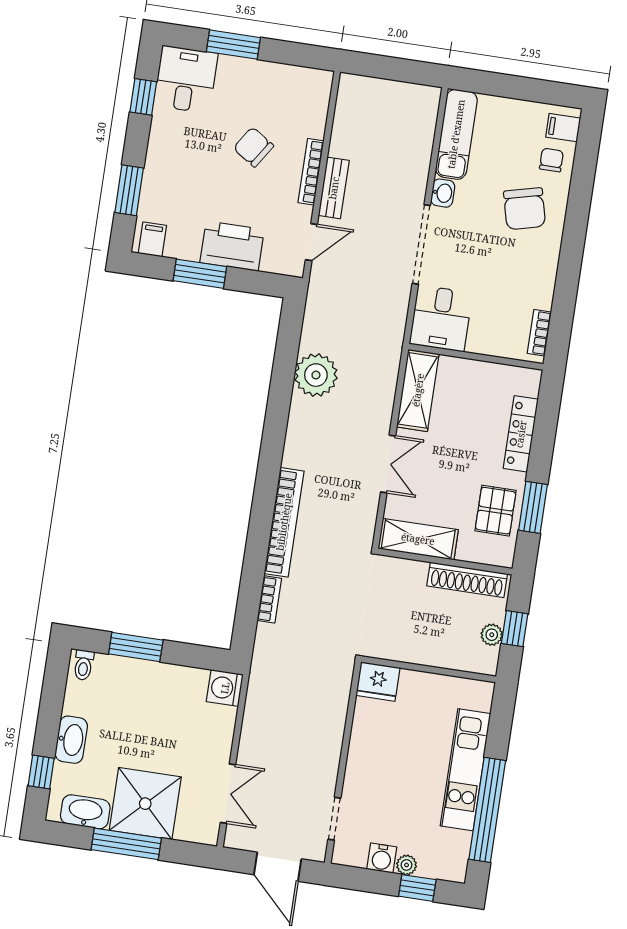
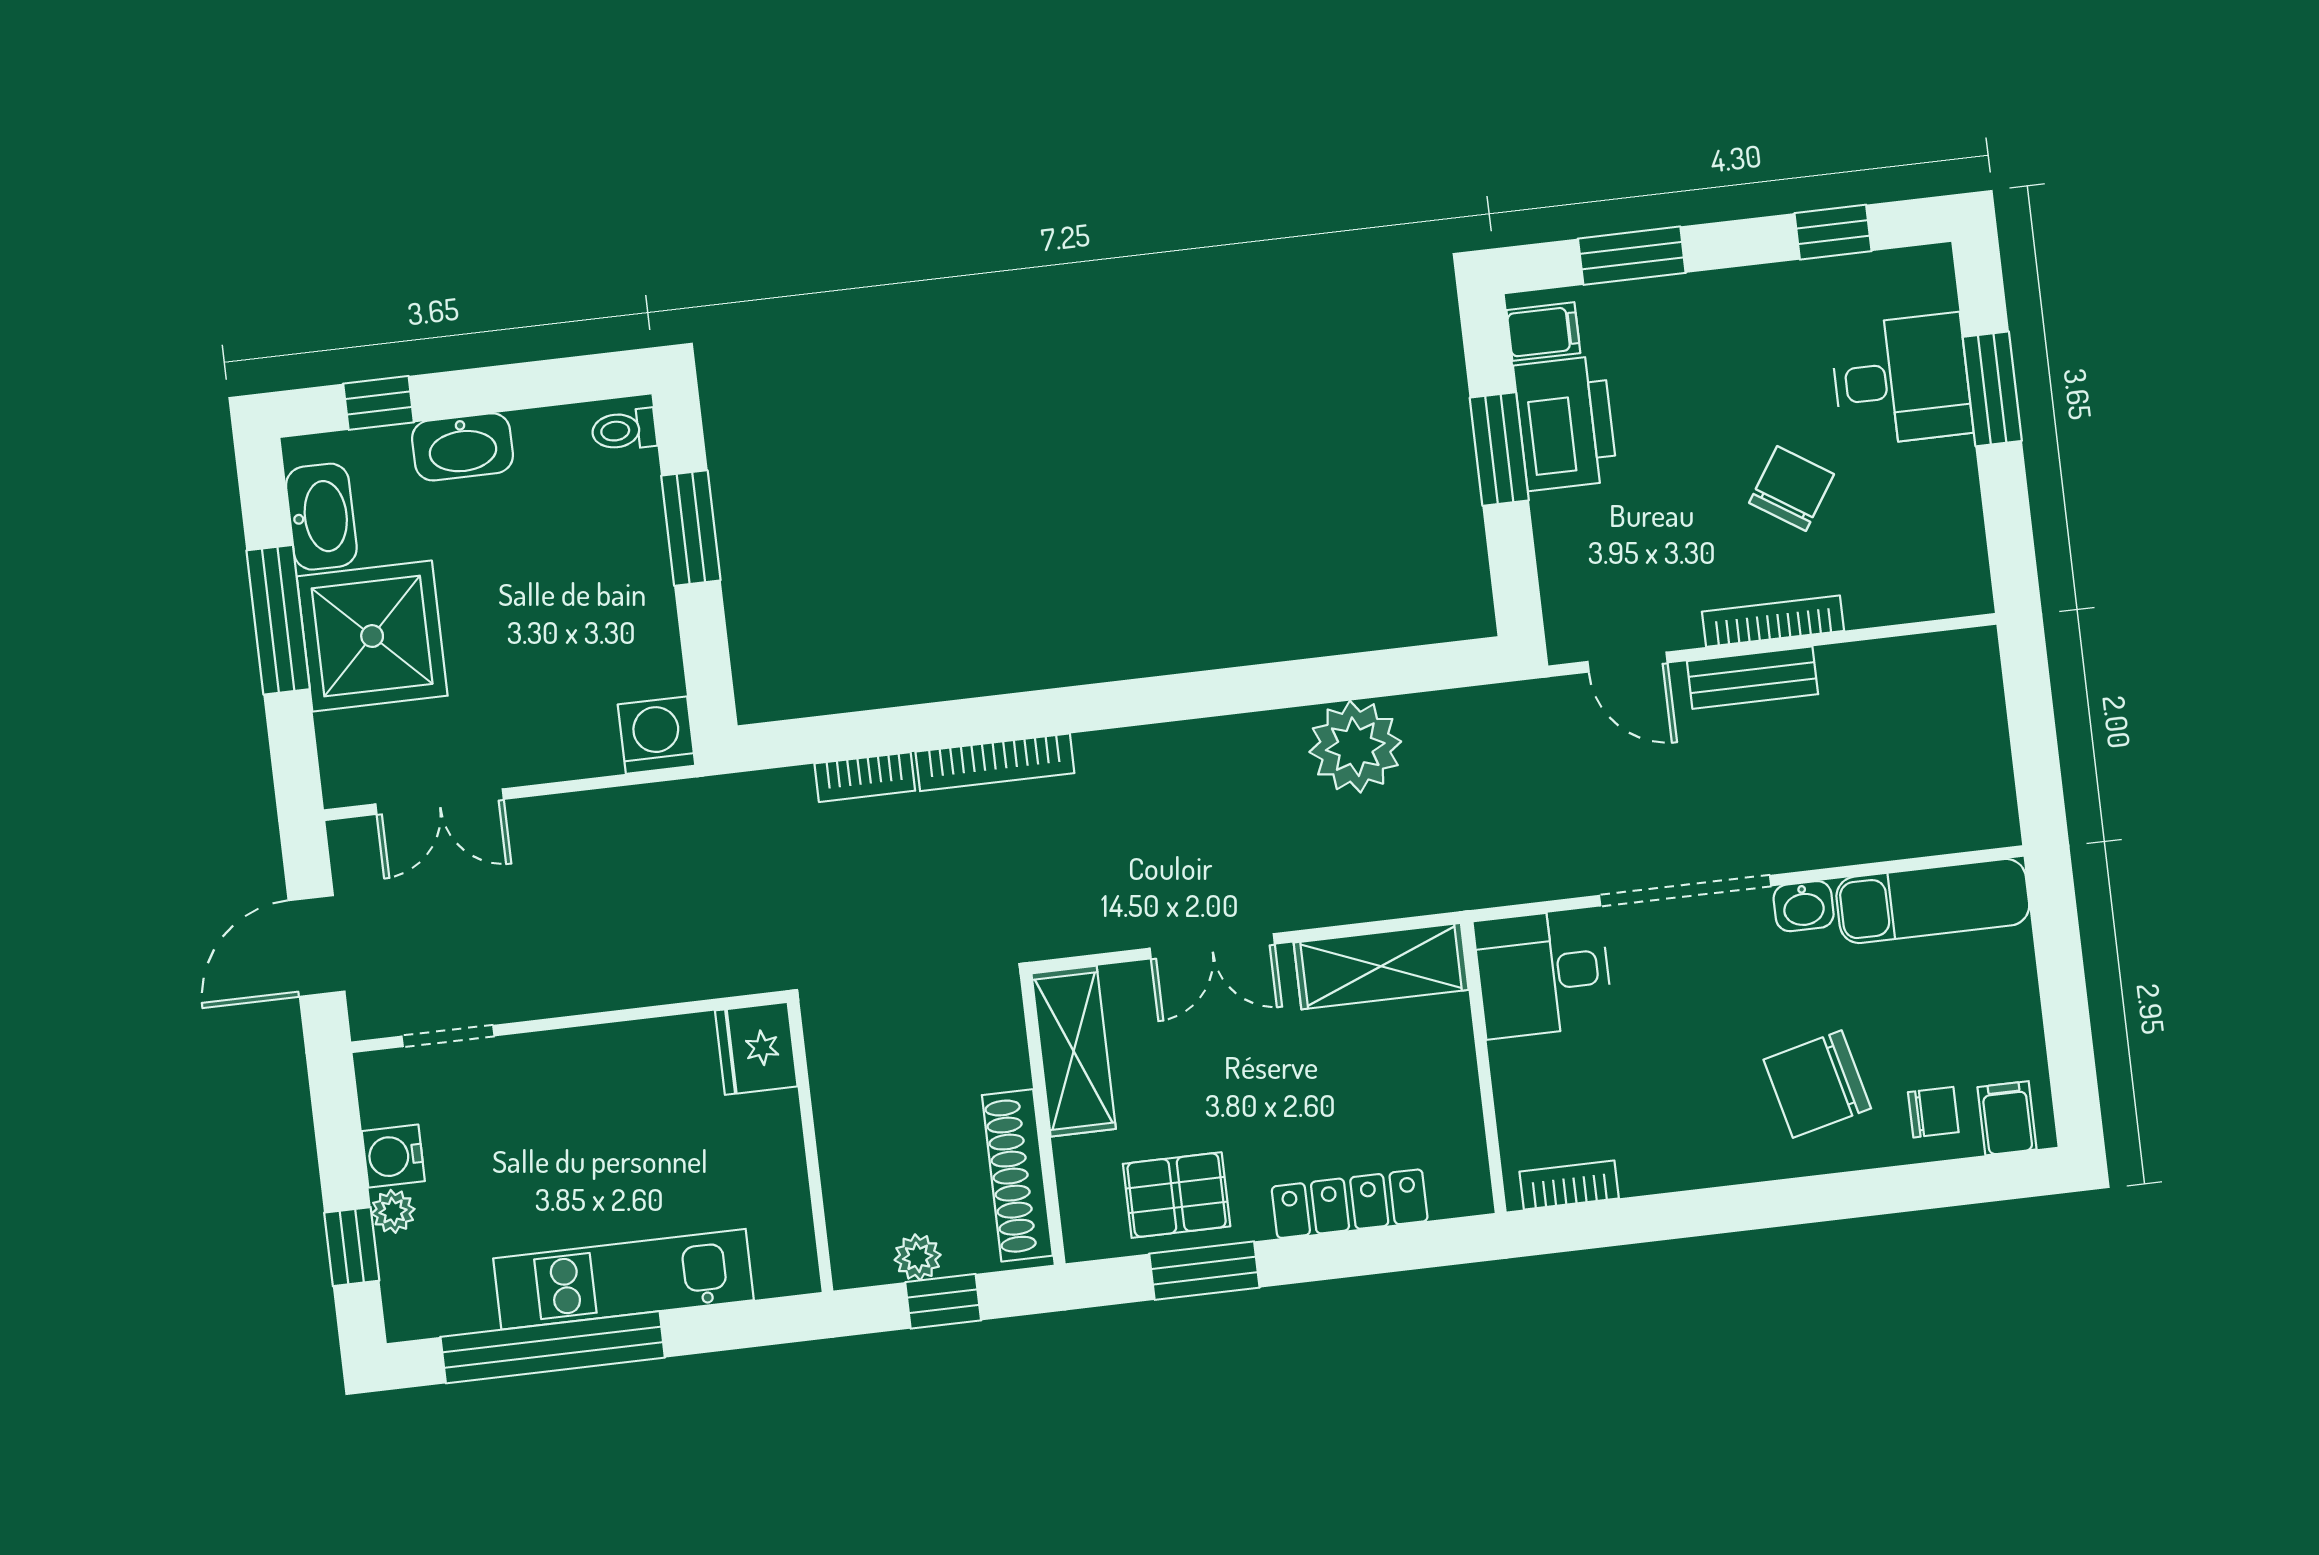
desk: (186, 79) -> (1901, 380), moved
printer: (232, 246) -> (1565, 423), moved
bookcase: (284, 522) -> (995, 762), width x0.68, depth x0.76

